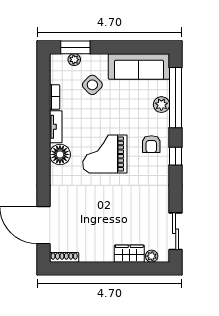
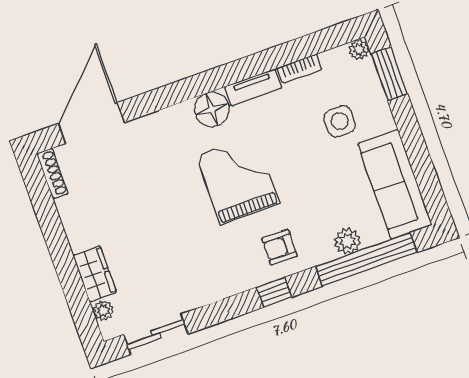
plant: (74, 60) -> (359, 50), moved
side table: (92, 85) -> (340, 121), turned 45

